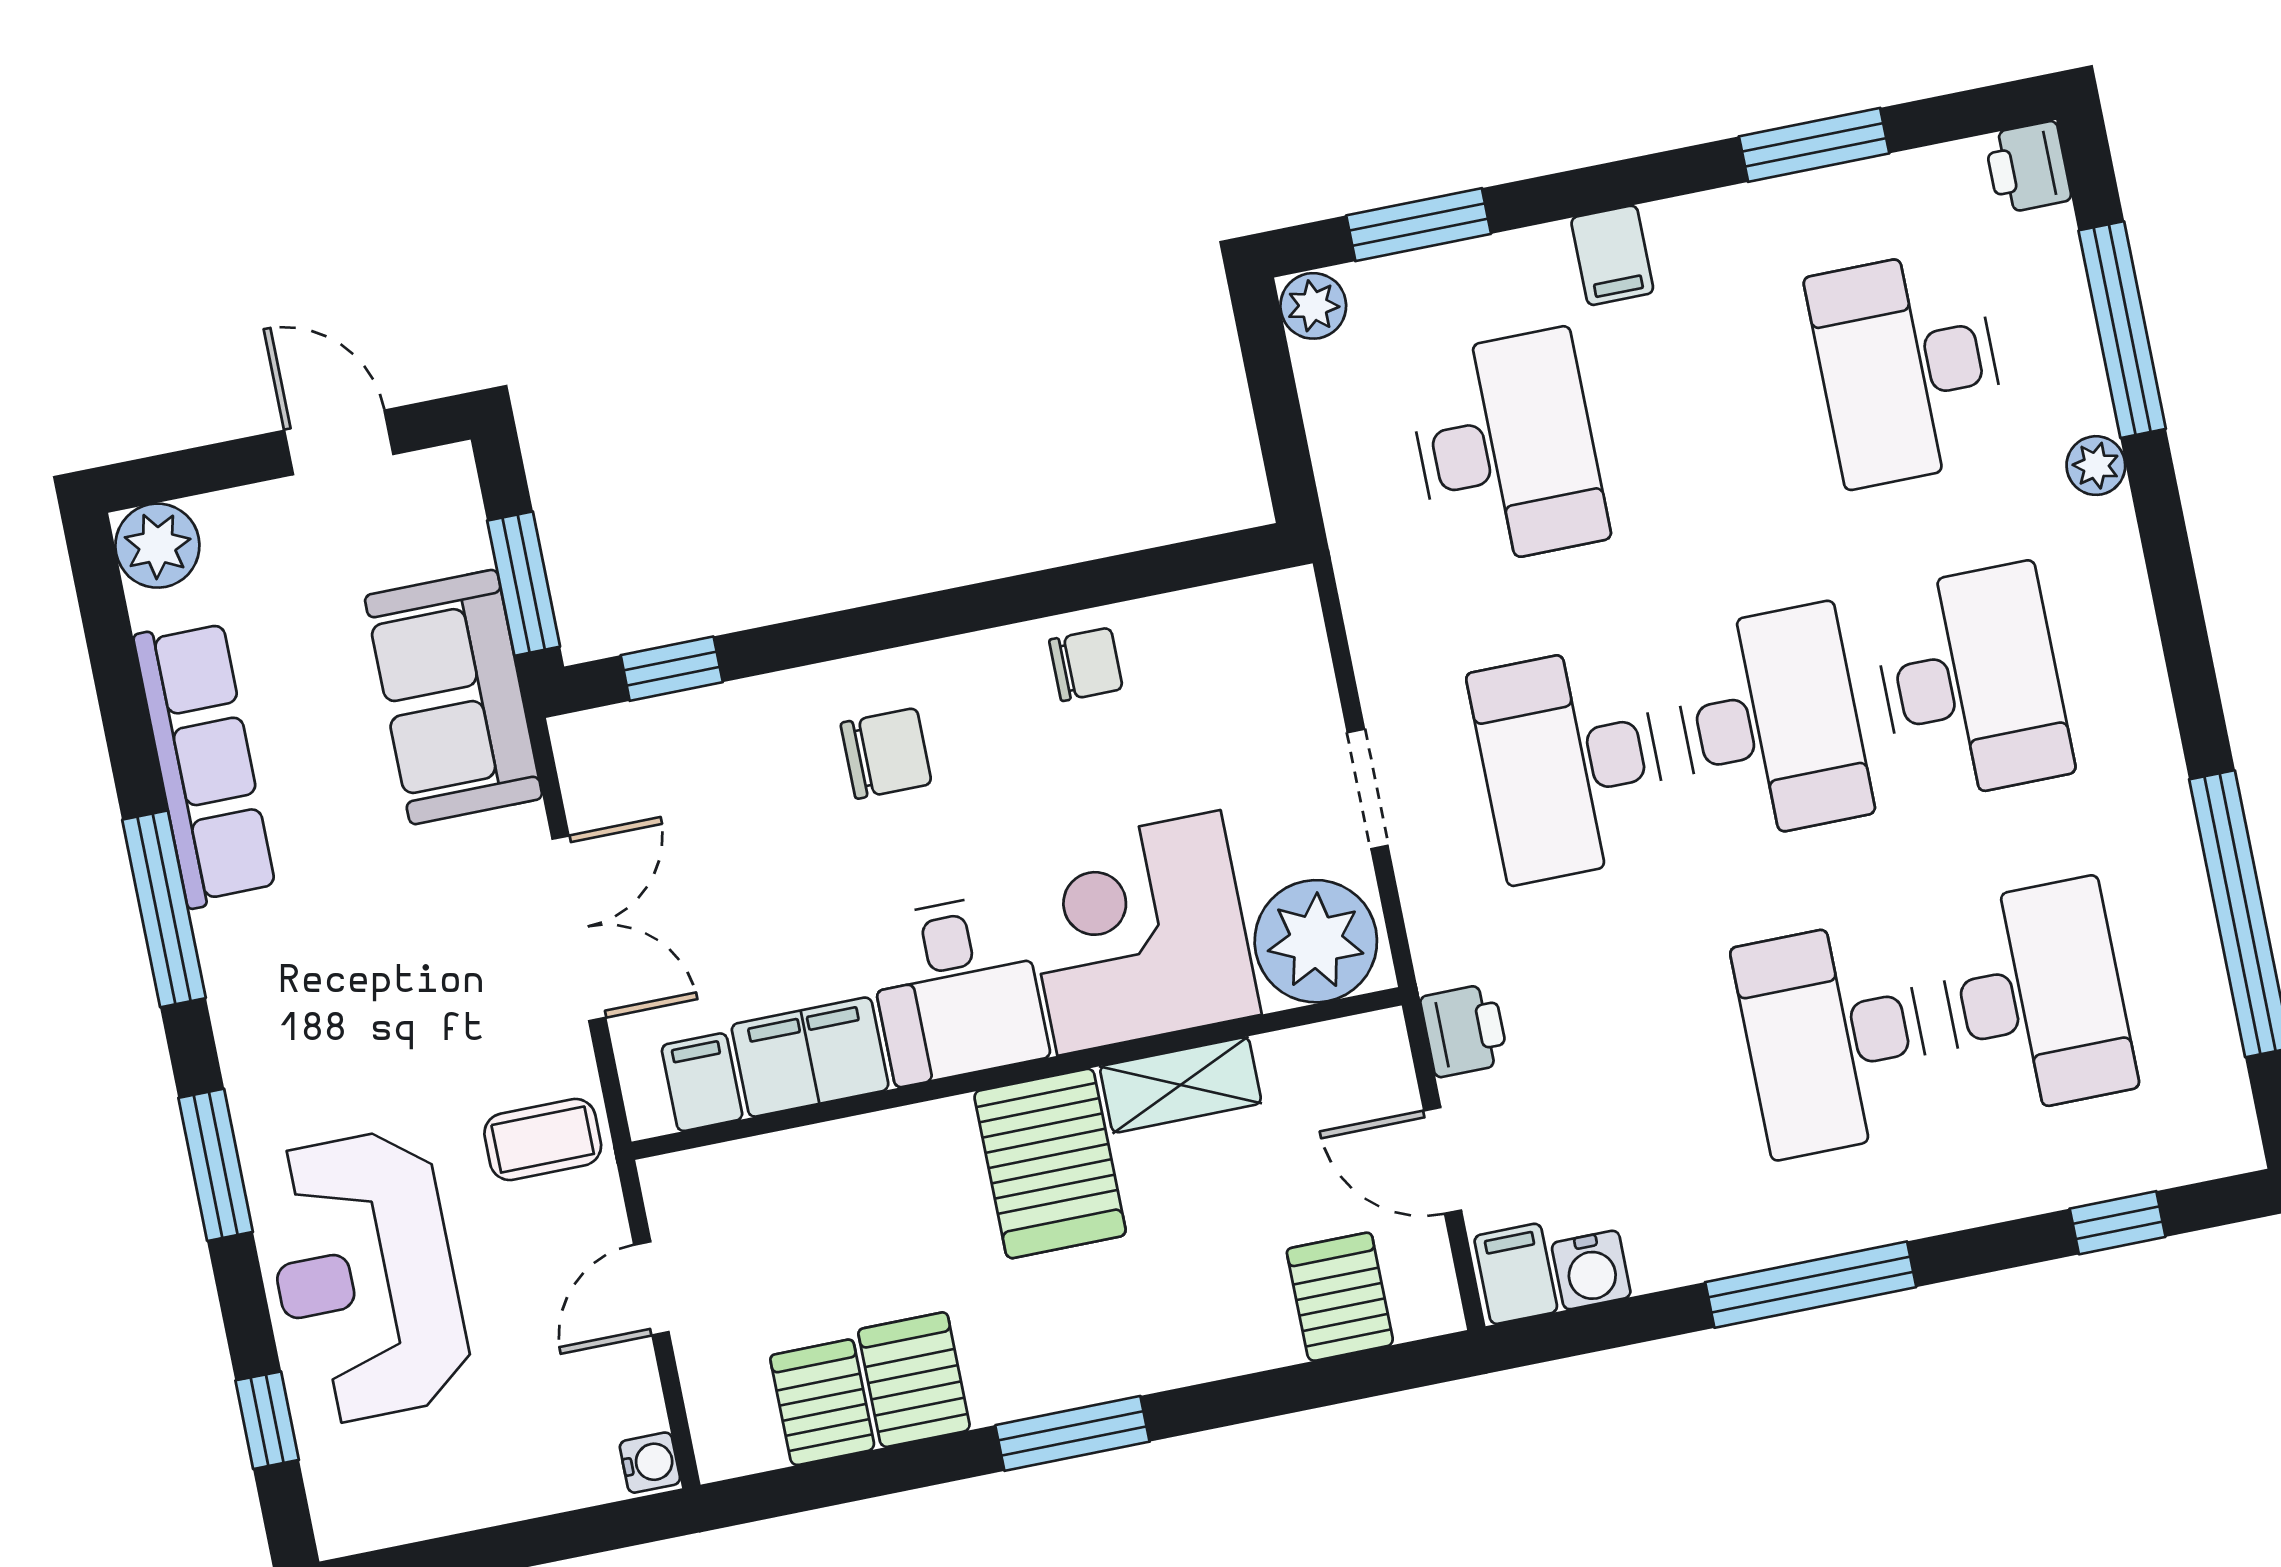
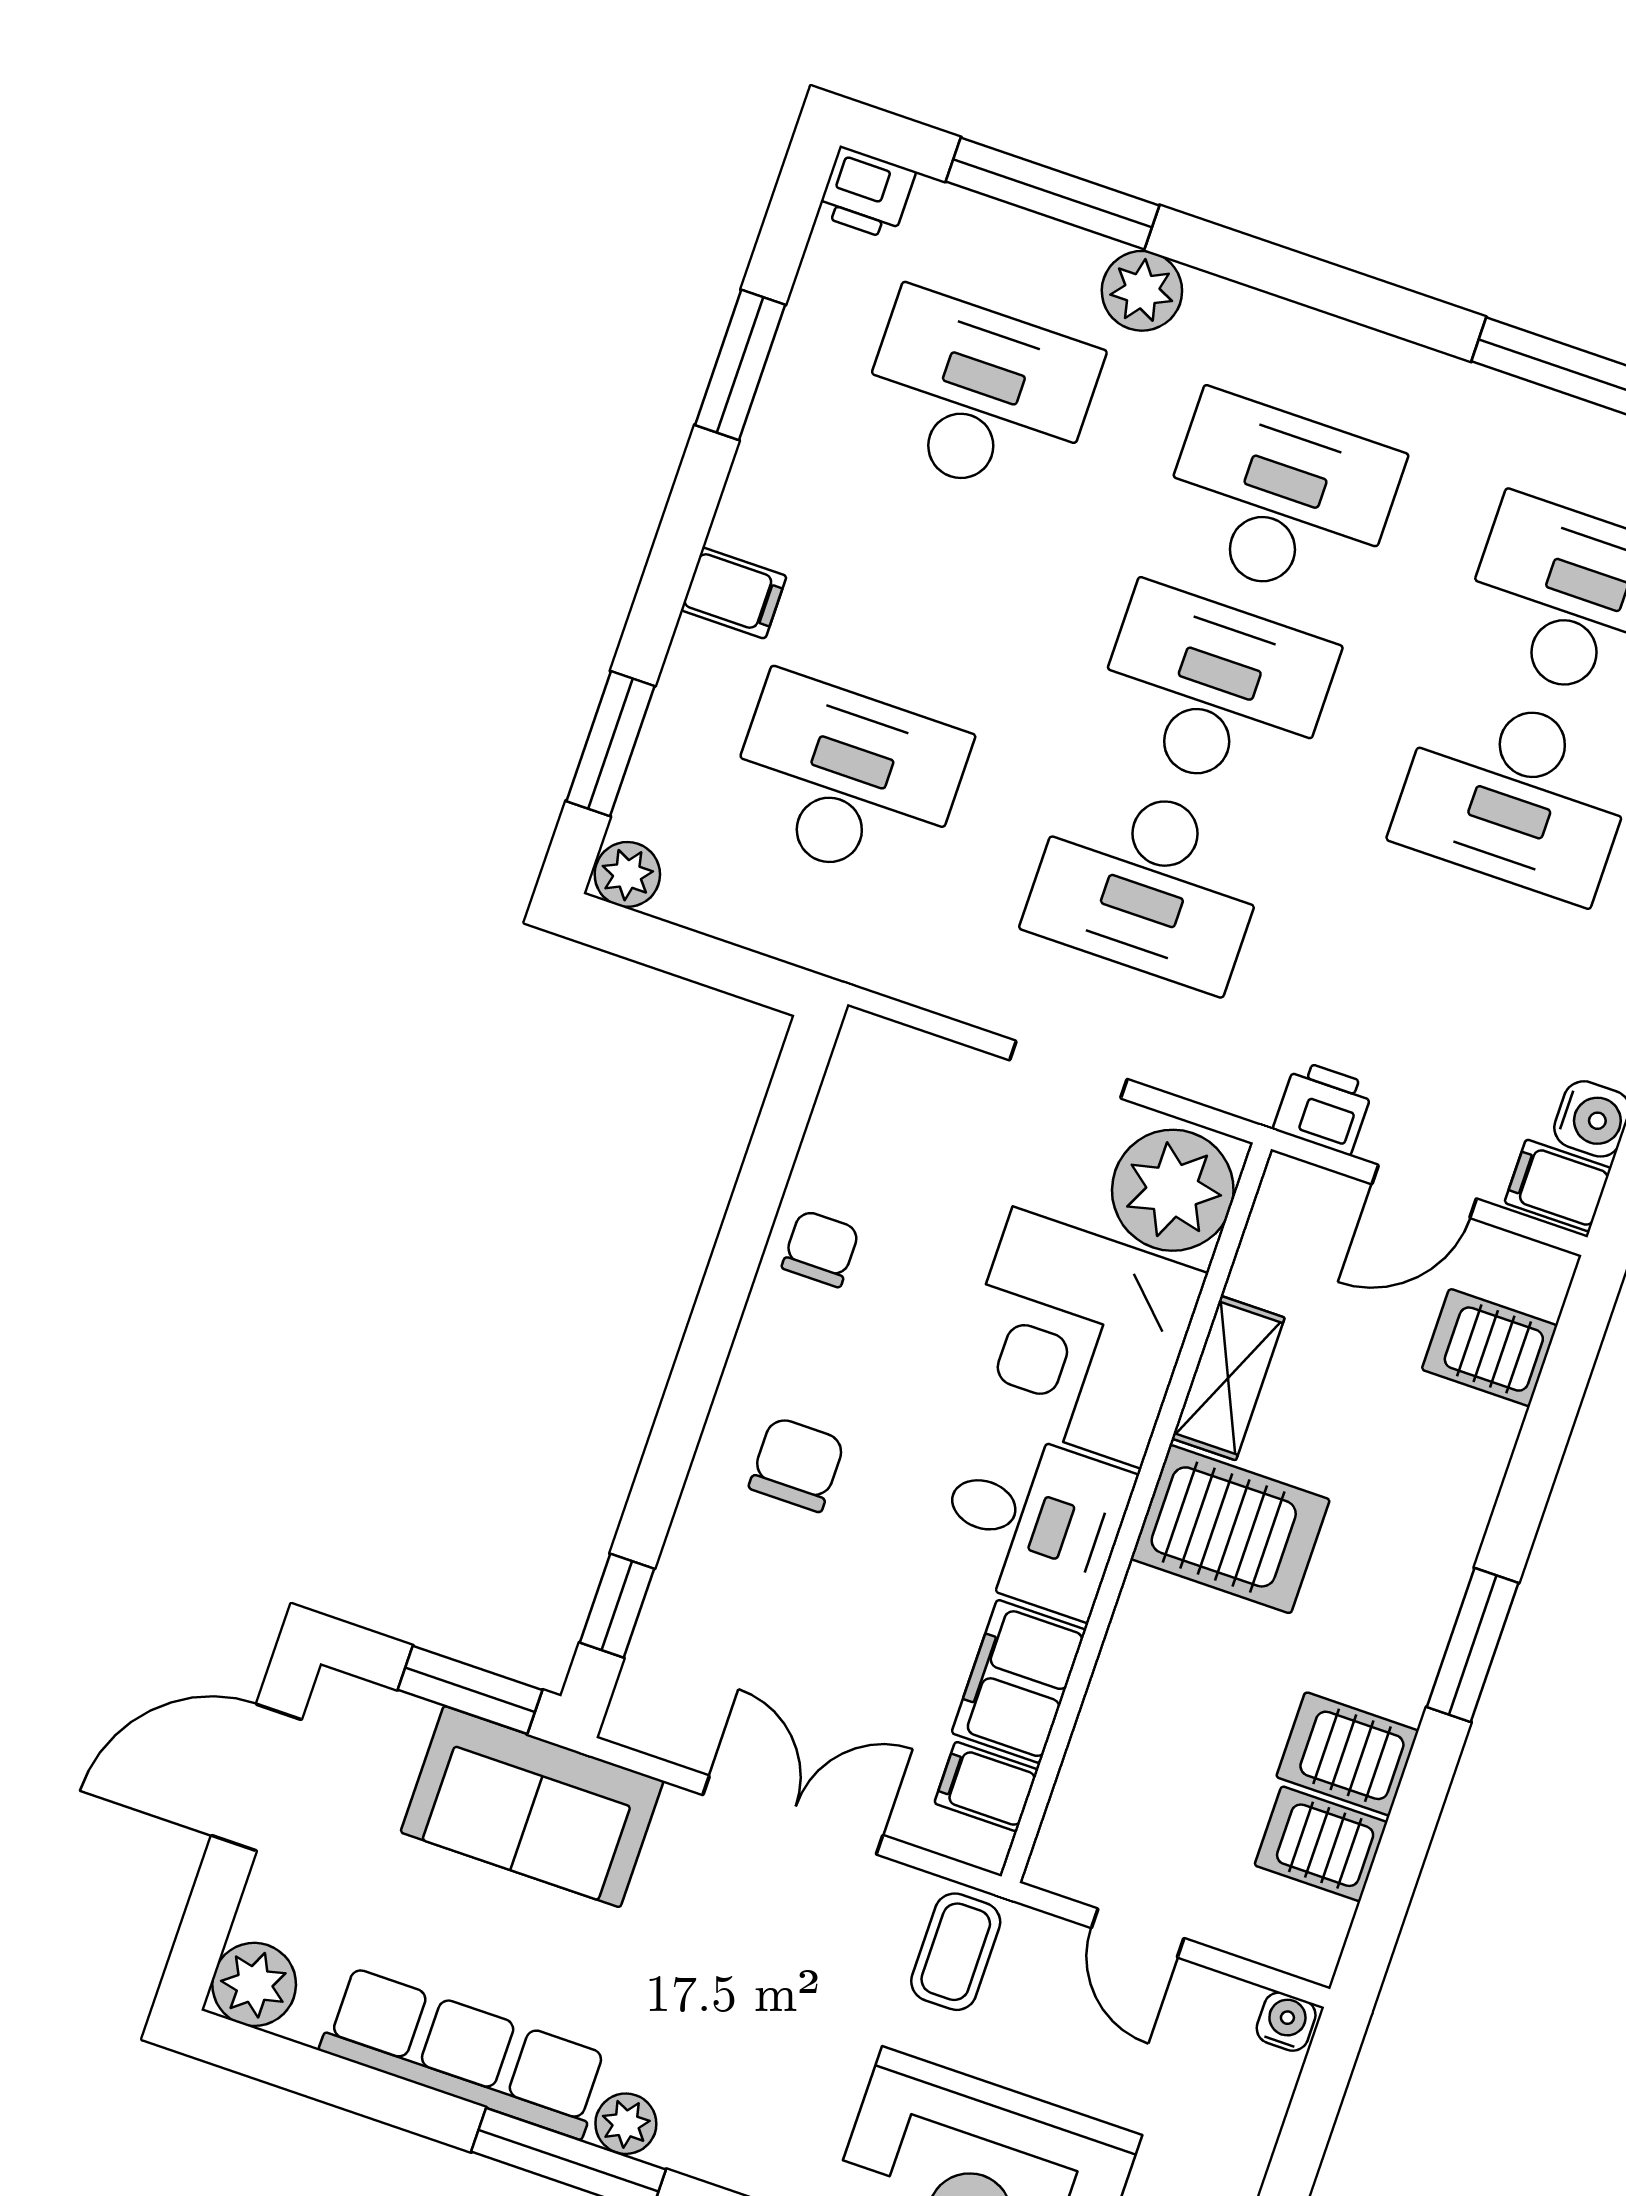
desk: (1908, 368) -> (978, 396), turned 180
door: (339, 442) -> (256, 1778), width x1.38
plant: (2096, 466) -> (1142, 291), width x1.38, depth x1.38
plant: (225, 940) -> (626, 2124), added

